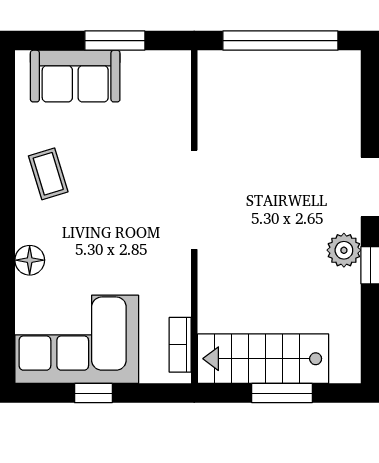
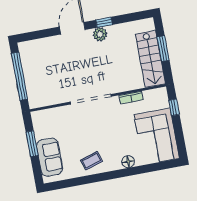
bookcase: (180, 345) -> (131, 98), moved
window: (93, 393) -> (174, 107), moved

